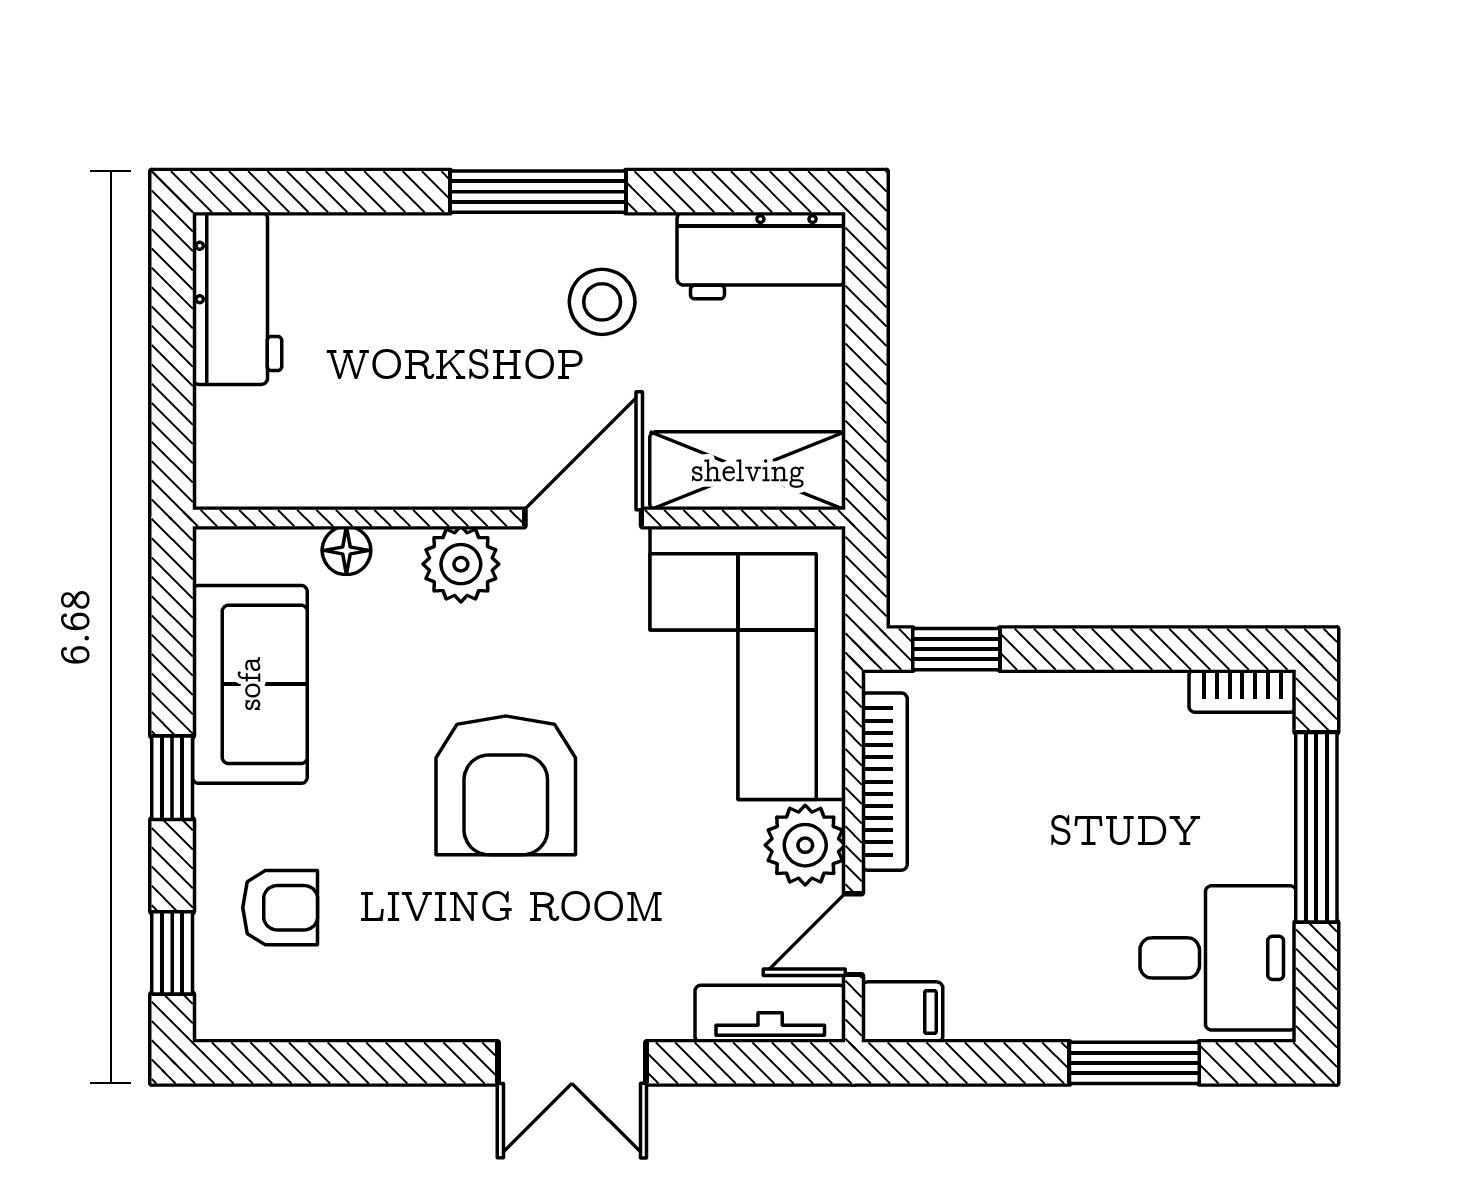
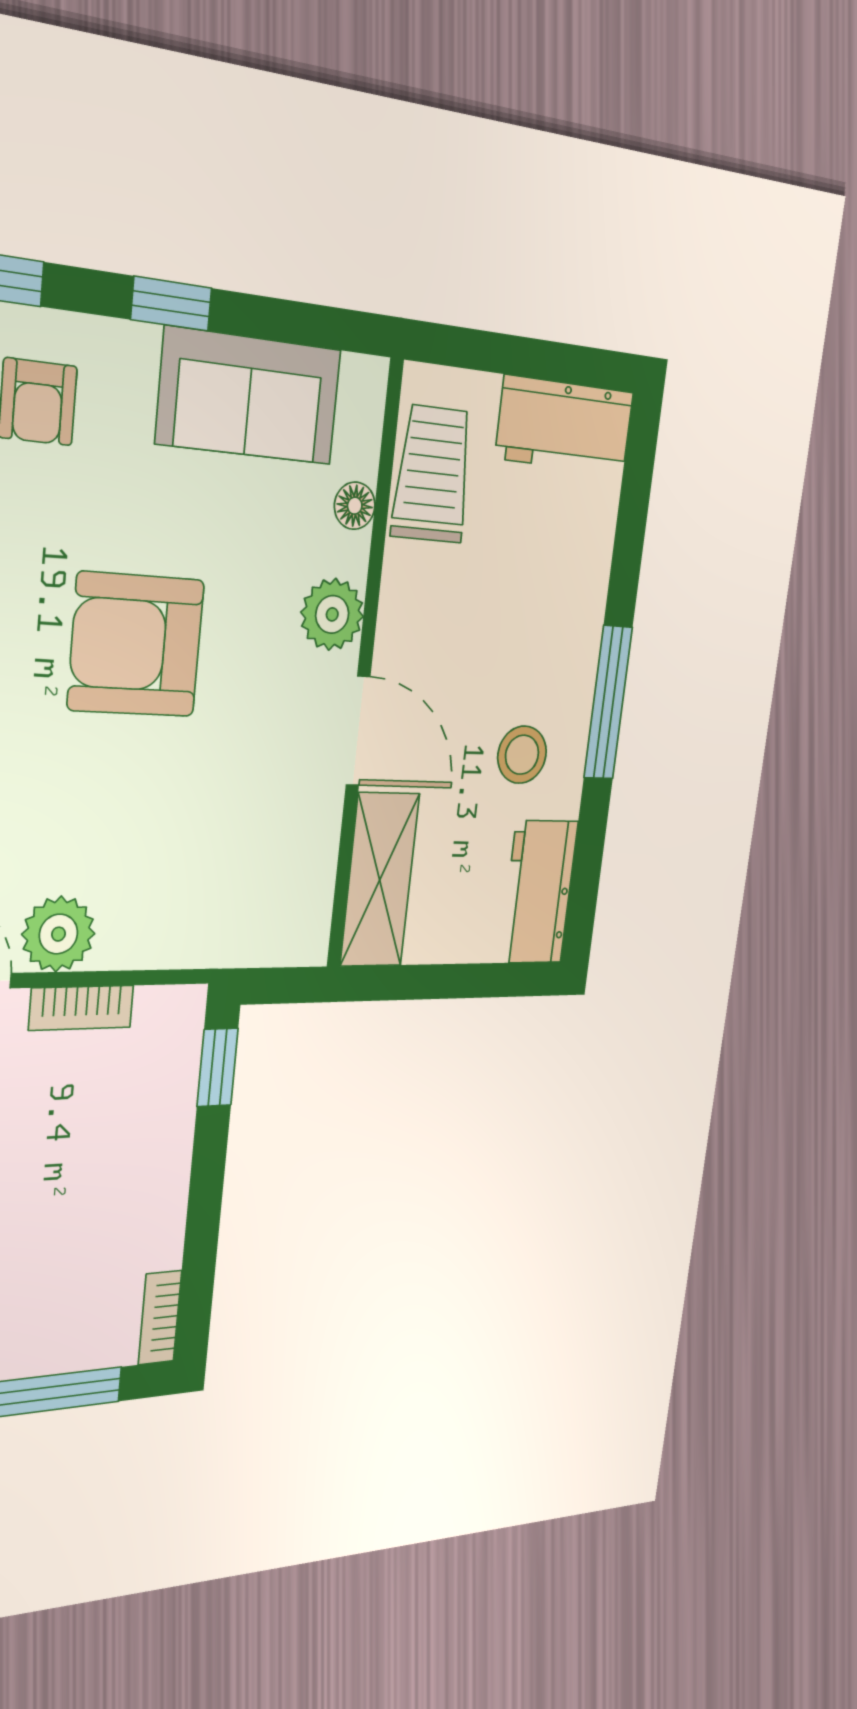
trolley: (305, 460) -> (433, 474), added
corner sofa: (748, 663) -> (223, 880), removed
bookcase: (884, 782) -> (81, 1008), width x0.64

